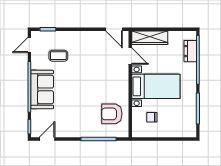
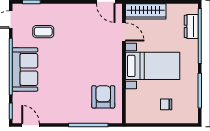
armchair: (112, 114) -> (103, 97), turned 90
chair: (152, 117) -> (166, 104), moved
door: (47, 139) -> (30, 125), hinge flipped

